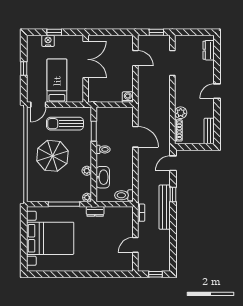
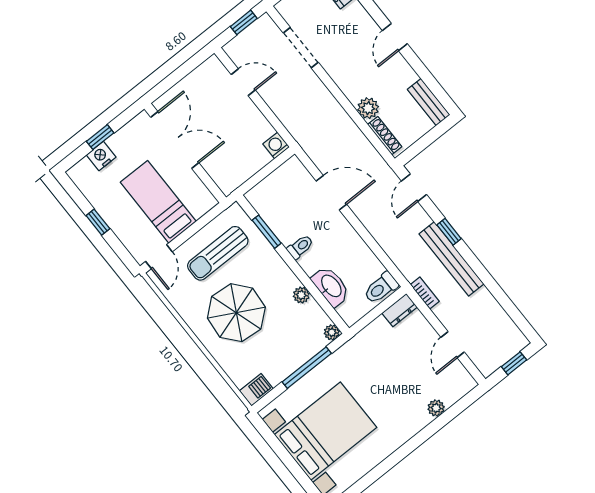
barbecue: (34, 196) -> (256, 390), added
dresser: (95, 211) -> (400, 310), moved
plant: (106, 267) -> (436, 408), added

